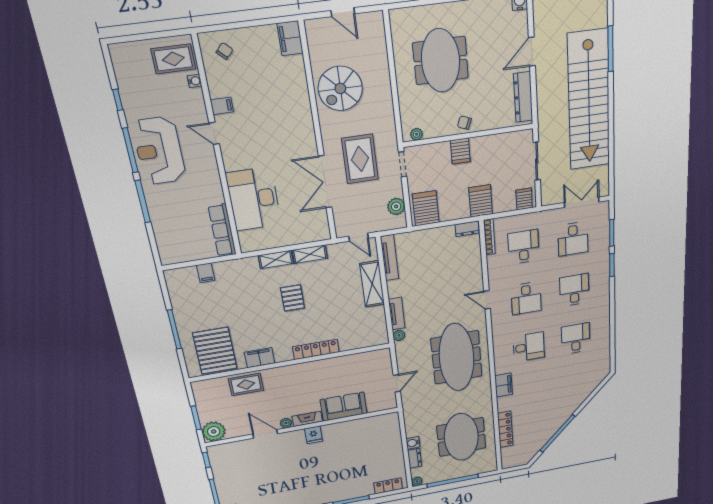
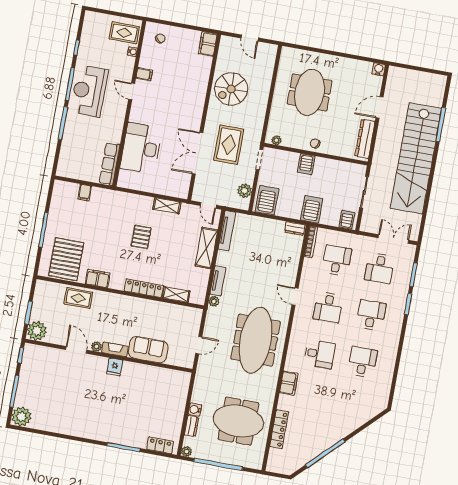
shelving: (276, 259) -> (176, 294), moved
meeting table: (461, 437) -> (238, 421), turned 90

